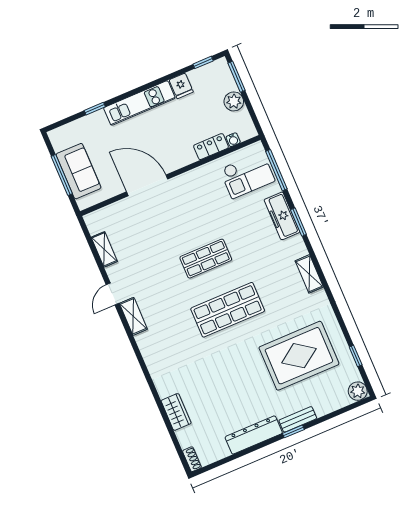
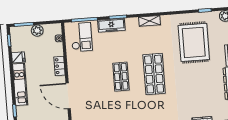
locker: (211, 147) -> (60, 66), moved
door: (147, 185) -> (68, 96), hinge flipped

